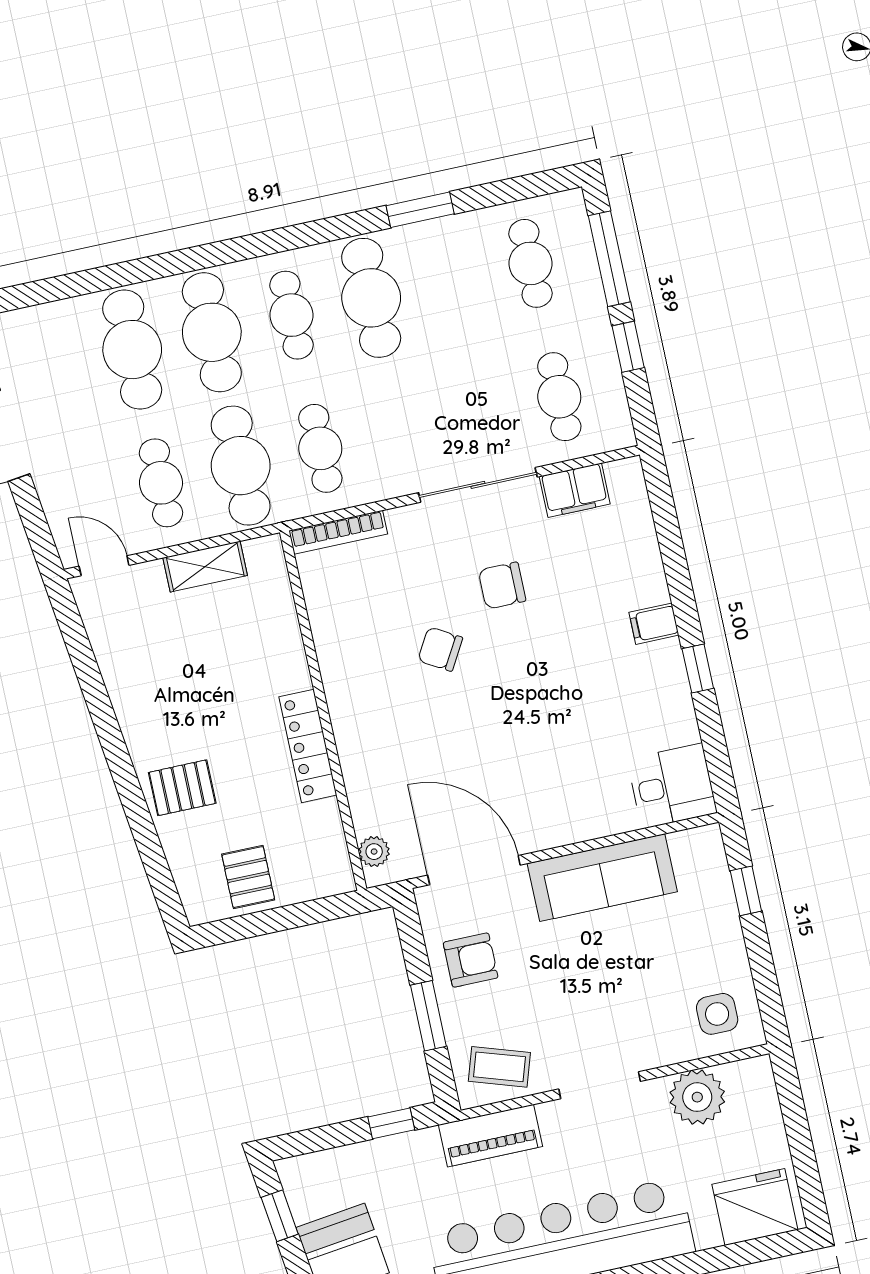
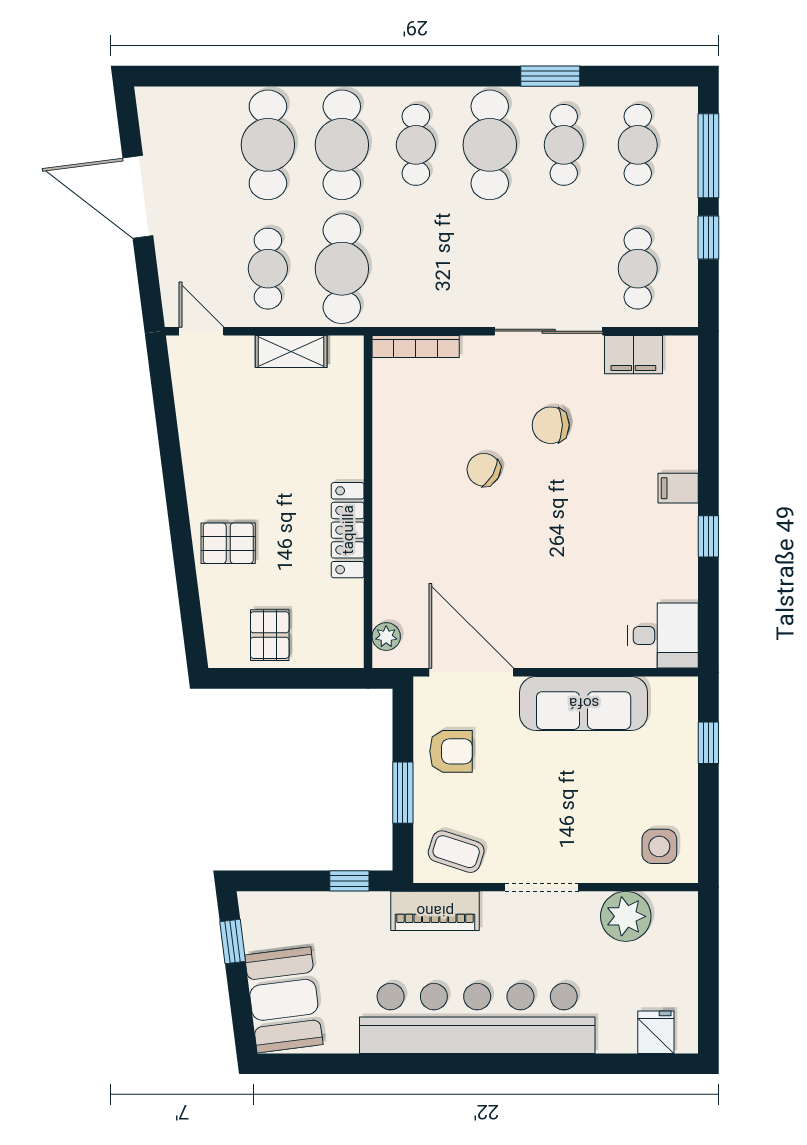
cafe table: (320, 448) -> (564, 145), moved
fridge: (755, 1207) -> (656, 1032), width x0.53, depth x0.75

